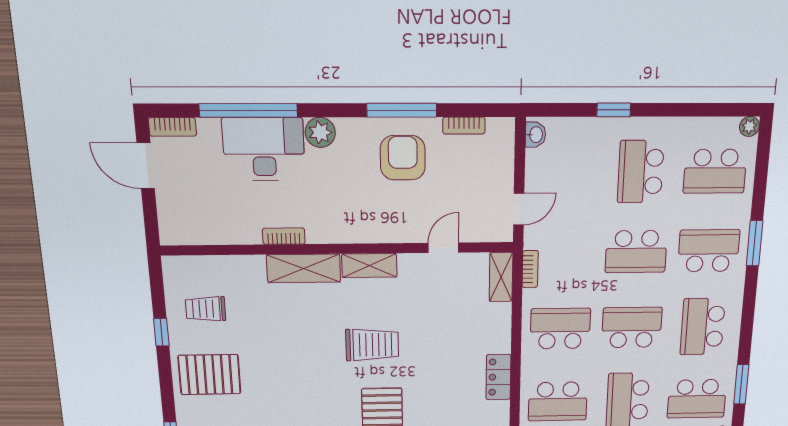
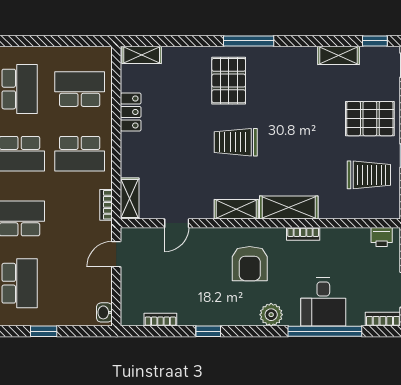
window: (402, 110) -> (208, 331), width x0.46
desk: (264, 149) -> (323, 302), width x0.73
armchair: (403, 158) -> (250, 264), moved
printer: (183, 233) -> (382, 237), added
trolley: (205, 309) -> (369, 175), width x1.36, depth x1.39

